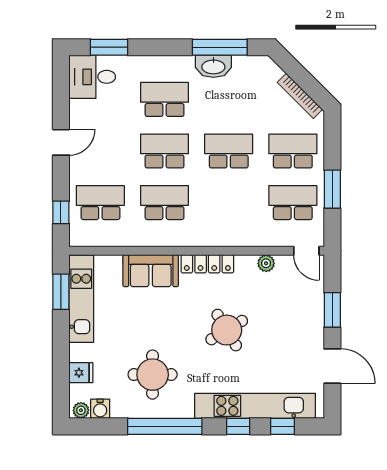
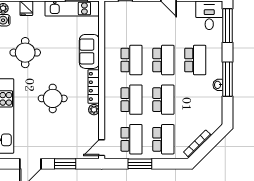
window: (109, 47) -> (227, 26), width x1.44
window: (220, 47) -> (227, 79), moved
washbasin: (213, 66) -> (218, 85), width x0.52, depth x0.69
school desk: (100, 203) -> (131, 100), moved
plant: (266, 263) -> (94, 110), moved
round table: (227, 330) -> (53, 98), turned 31

